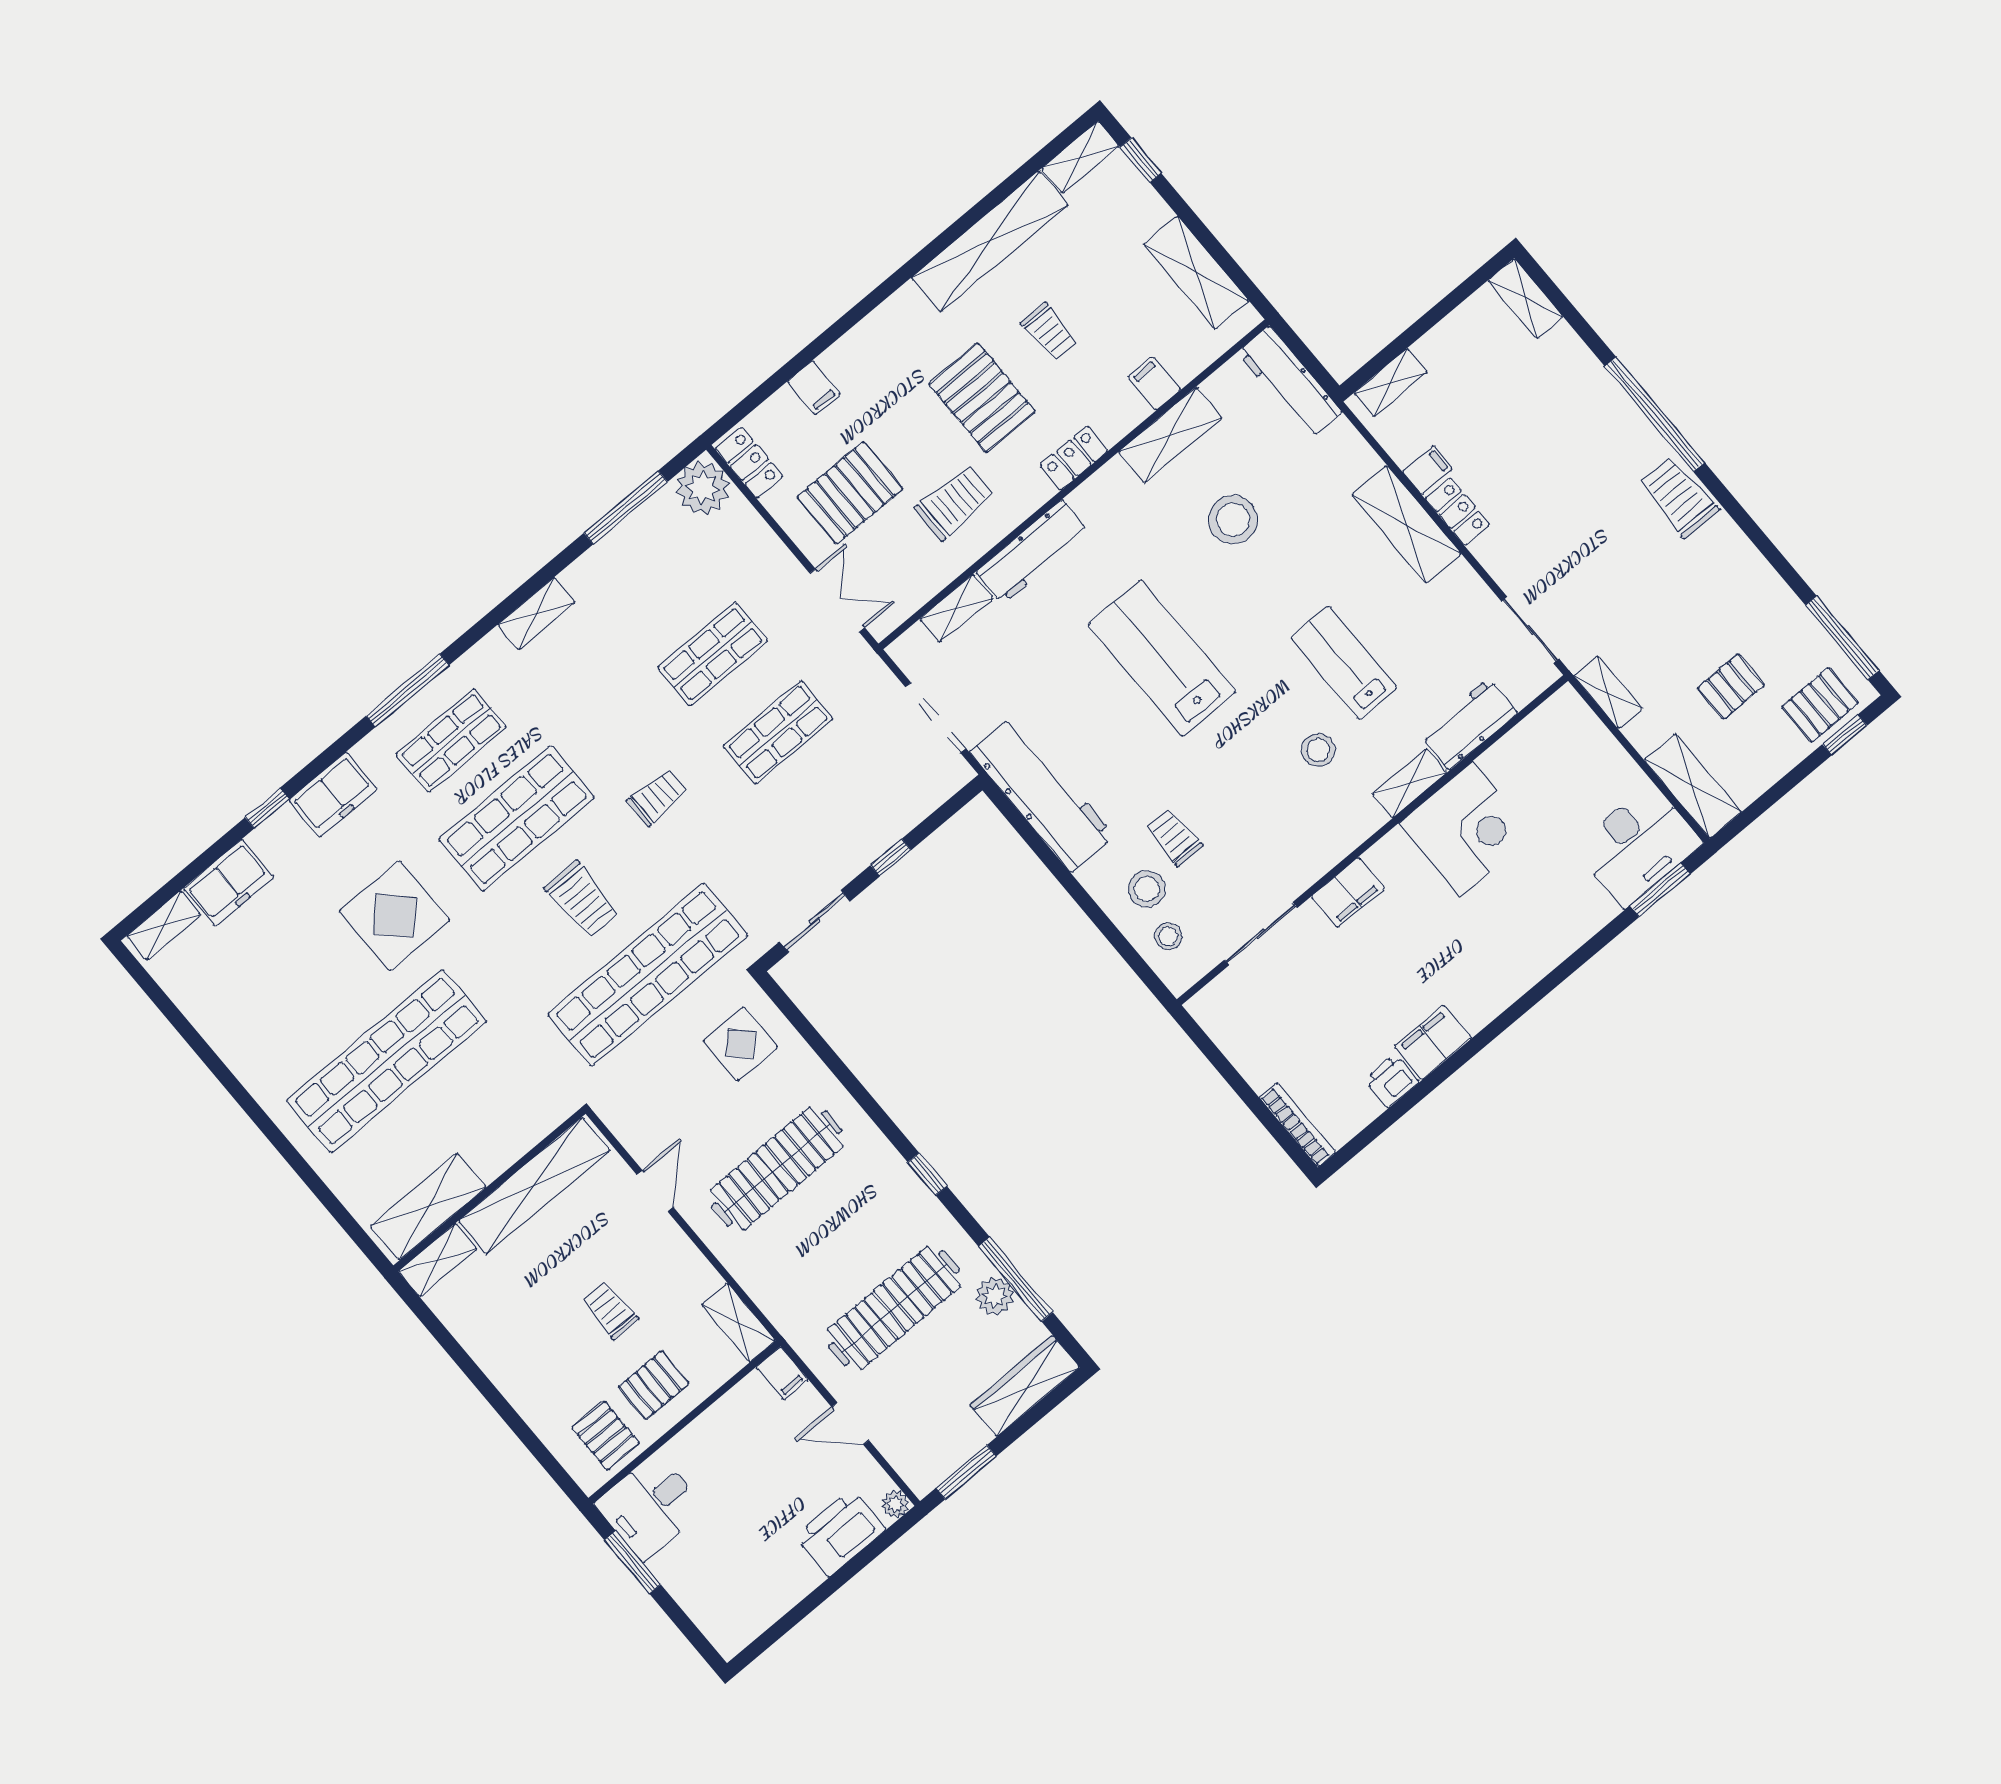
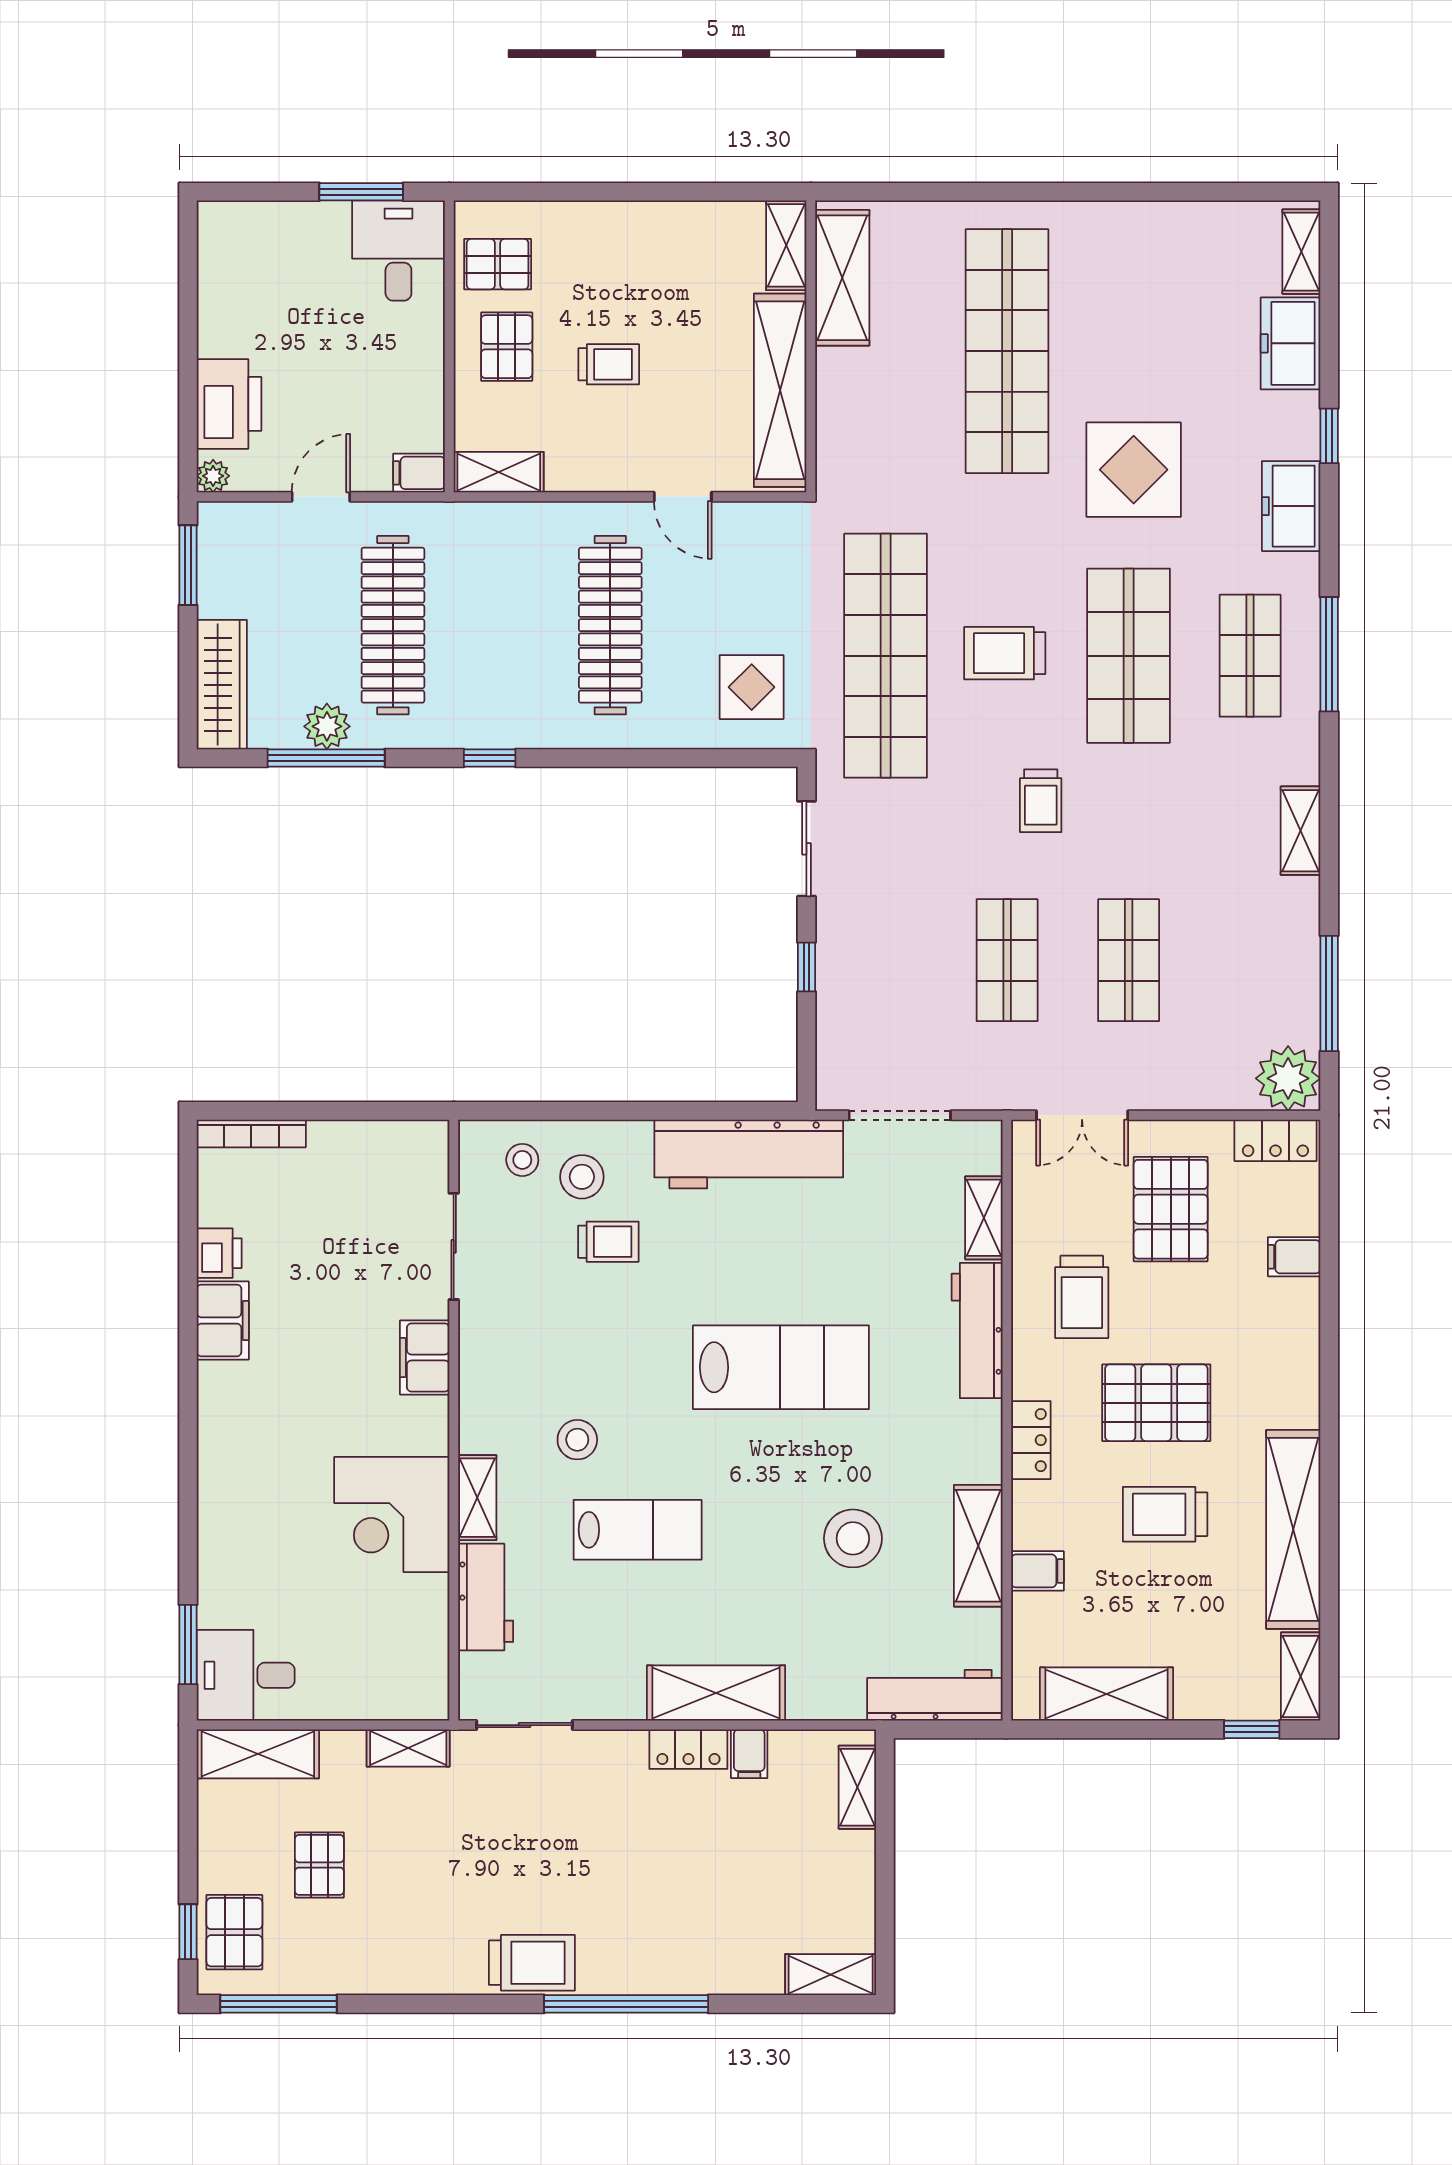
trolley: (1049, 332) -> (1165, 1514), width x1.36, depth x1.39
desk: (1638, 845) -> (246, 1675), width x0.73

